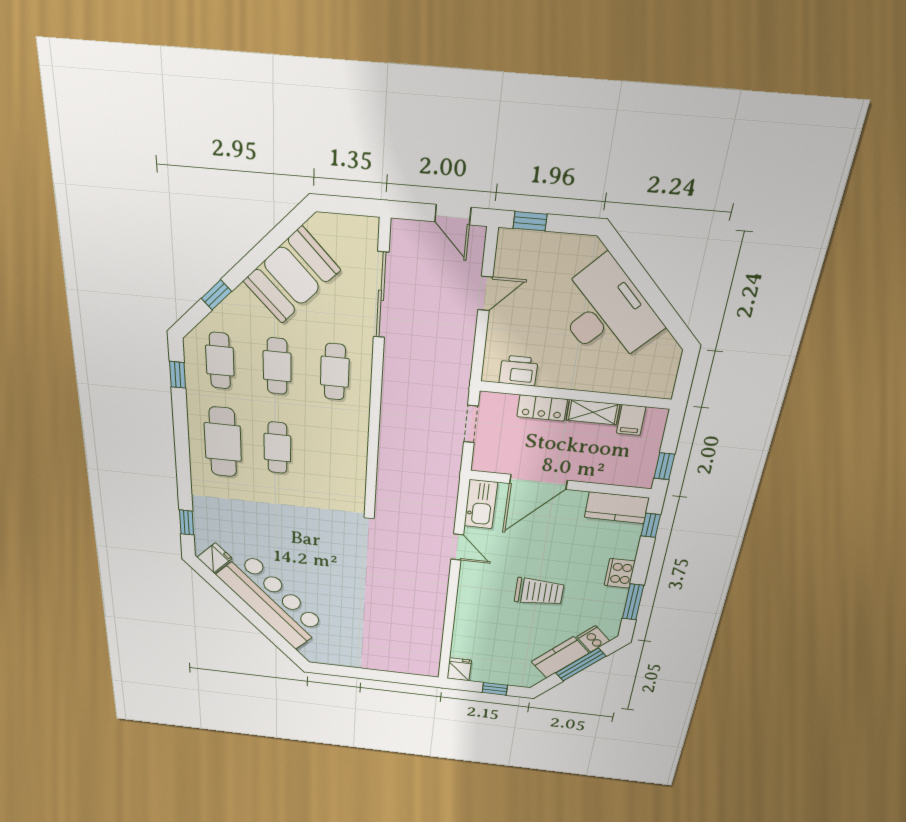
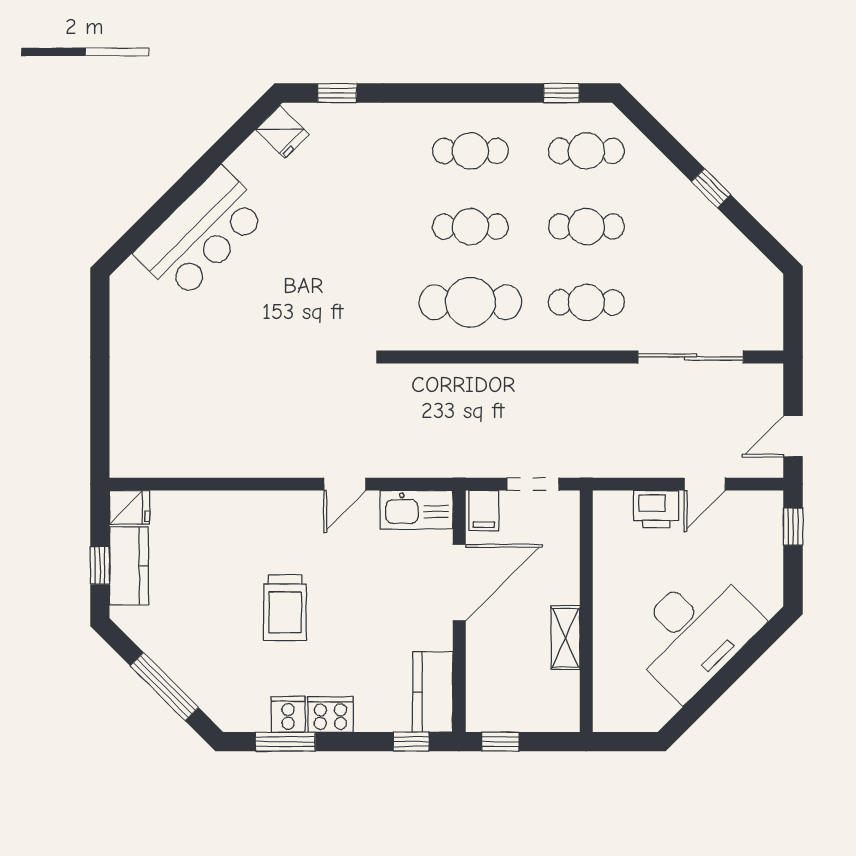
booth: (291, 275) -> (705, 245), removed
door: (485, 293) -> (705, 484), hinge flipped
window: (216, 295) -> (711, 188), moved
printer: (519, 371) -> (656, 509), moved, turned 90
locker: (542, 408) -> (565, 573), removed
filing cabinet: (631, 420) -> (484, 511), moved, turned -90
cafe table: (223, 442) -> (470, 151), width x0.73, depth x0.74
cafe table: (332, 453) -> (470, 302), added
door: (538, 482) -> (459, 583), swing flipped
bar counter: (272, 601) -> (201, 234), width x0.73
cooker: (593, 639) -> (288, 714), moved, turned -45
kitchen counter: (560, 657) -> (129, 566), moved, turned 45

